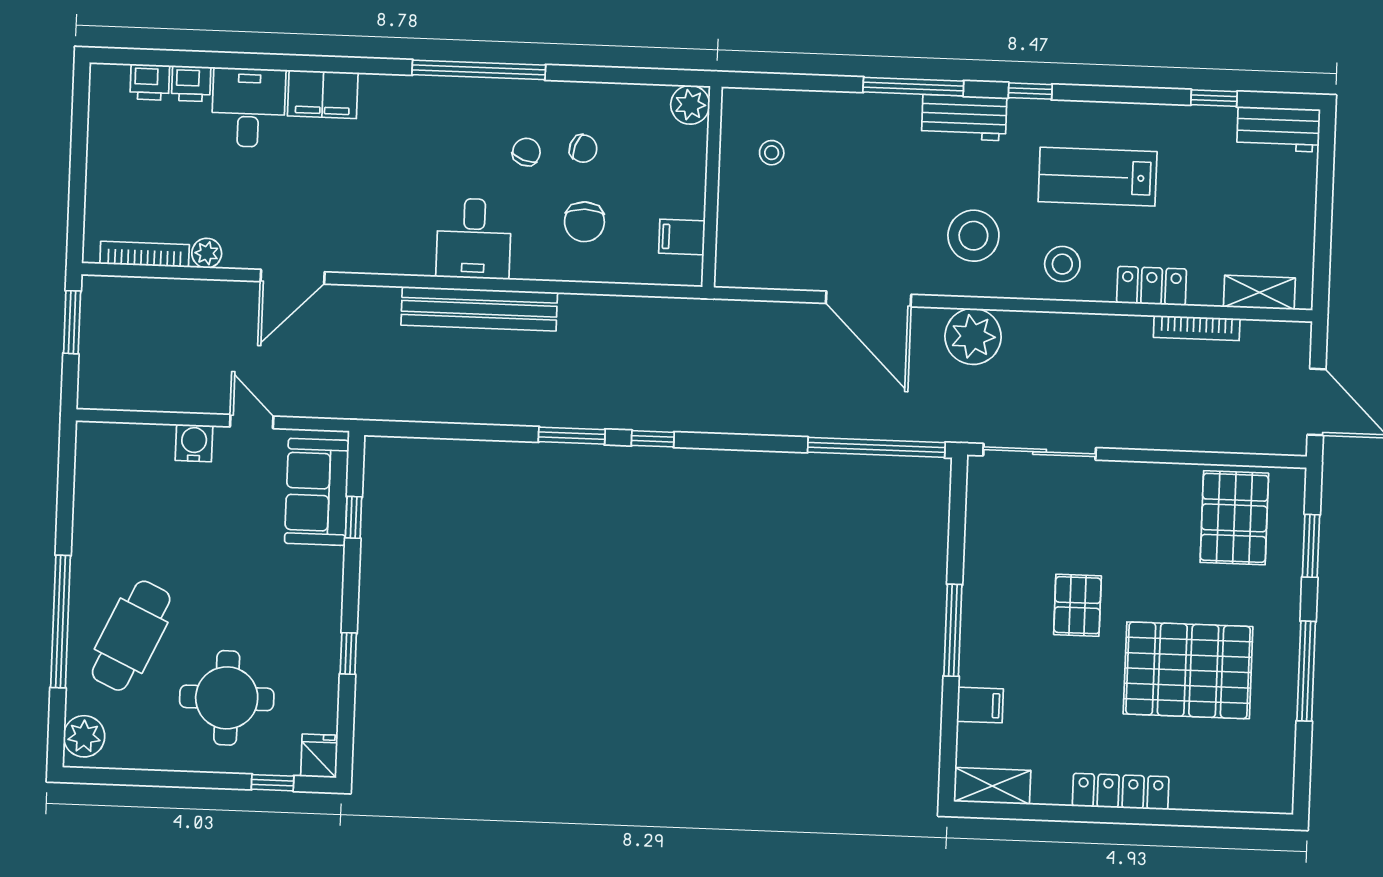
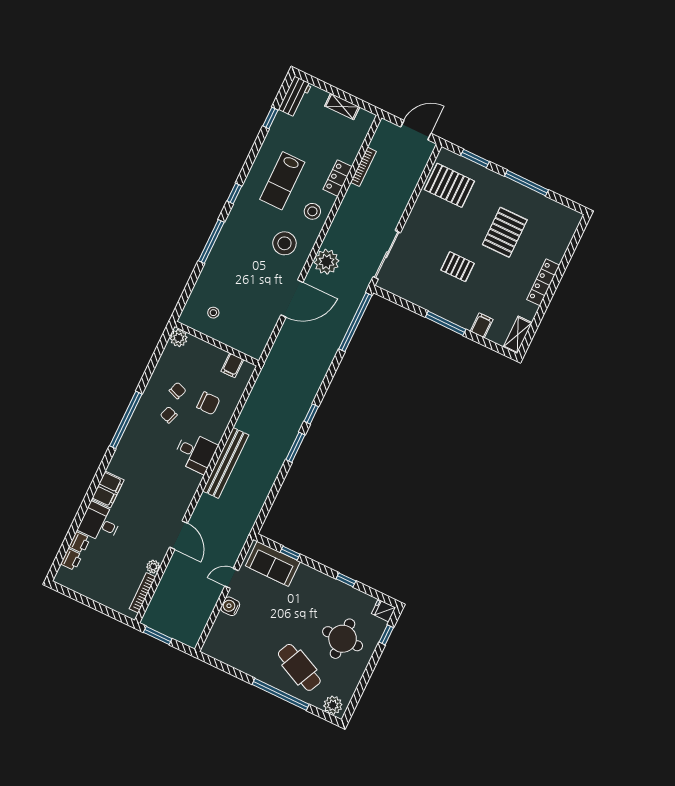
workbench: (964, 118) -> (233, 226), removed
shelving: (1259, 292) -> (342, 106), moved, turned 90
pallet: (1188, 670) -> (505, 232), width x0.73, depth x0.71

